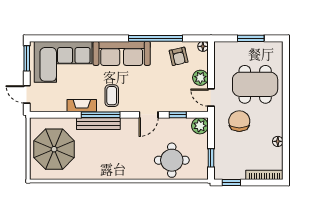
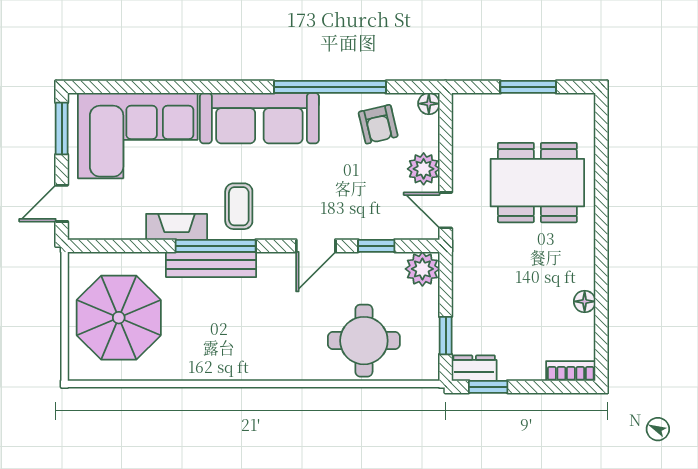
door: (27, 94) -> (62, 203), hinge flipped
chair: (239, 121) -> (504, 259), removed
dresser: (225, 173) -> (474, 368), added
bookcase: (264, 175) -> (571, 371), width x0.64

